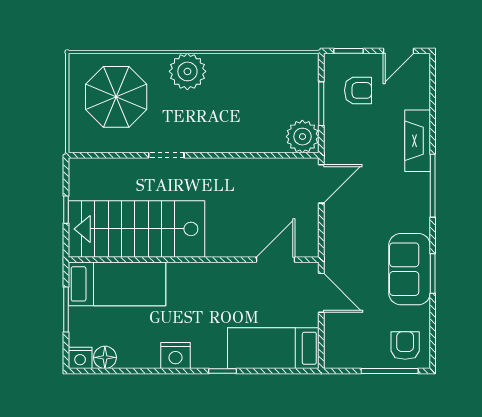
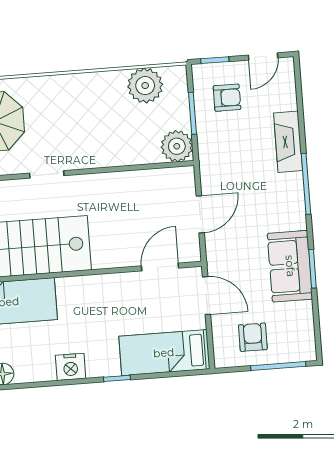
plant: (187, 71) -> (145, 86), moved
door: (321, 184) -> (200, 214), moved
armchair: (405, 346) -> (253, 337), moved

